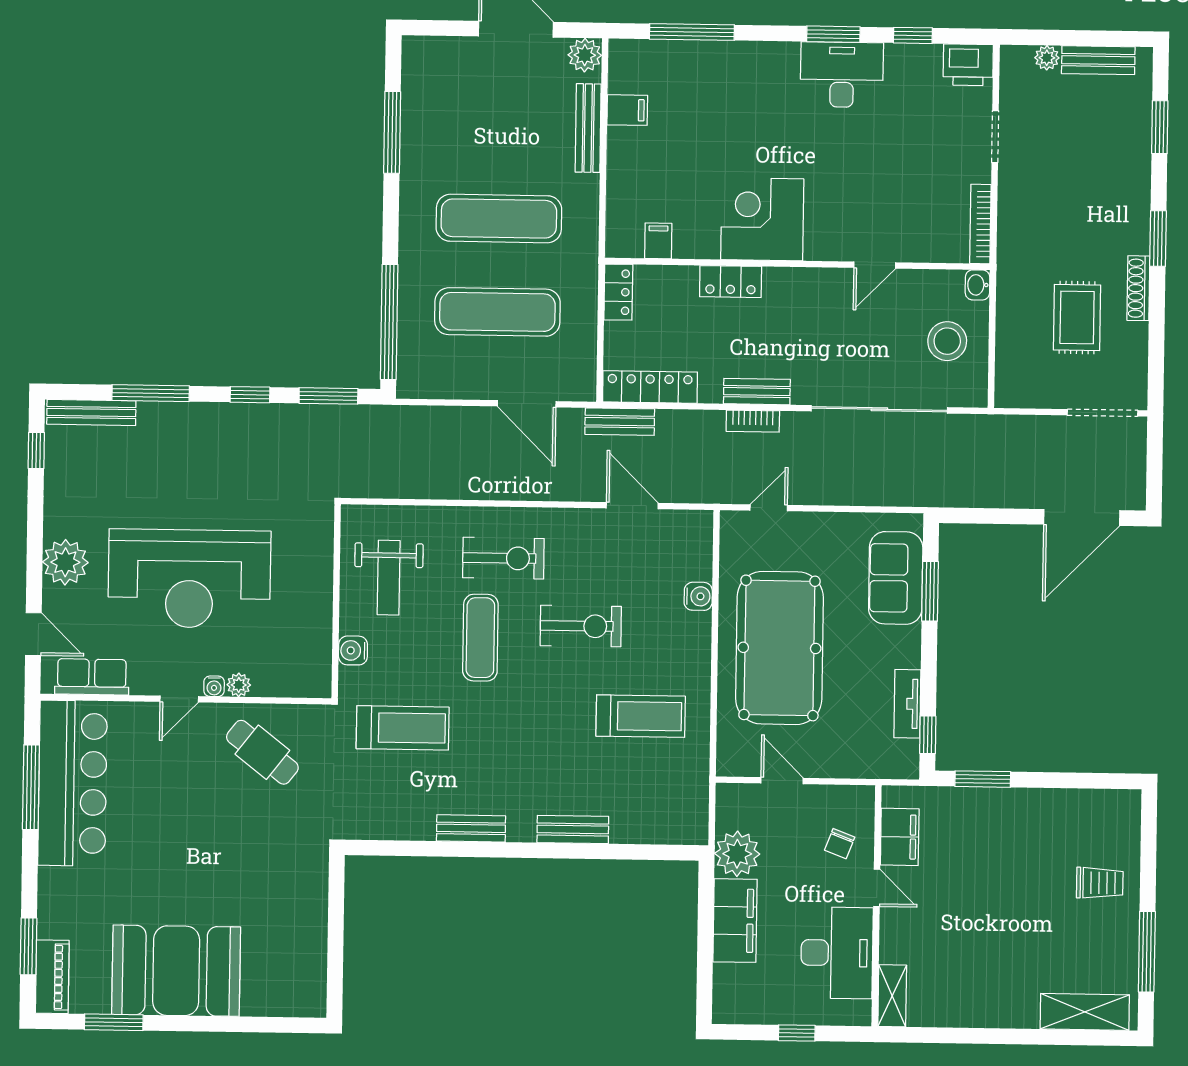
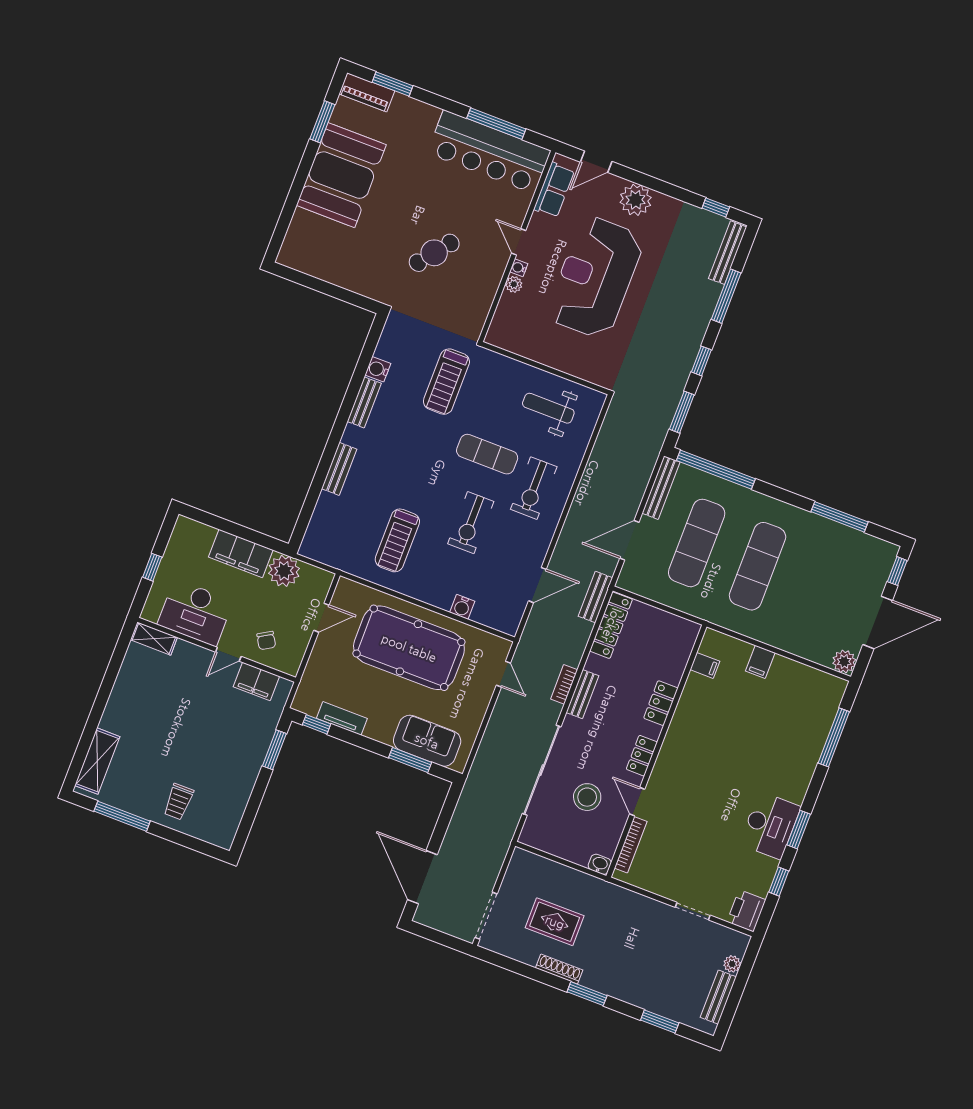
window: (437, 28) -> (897, 571), added
filing cabinet: (627, 110) -> (760, 662), moved
bench: (588, 128) -> (661, 488), moved, turned 90
corner desk: (762, 219) -> (694, 739), removed
bookcase: (980, 224) -> (631, 845), moved, turned 90
locker: (618, 292) -> (642, 756), moved, turned 90
stool: (947, 341) -> (587, 797), moved
water cooler: (353, 650) -> (378, 369), moved, turned -90
cafe table: (262, 752) -> (434, 253), moved
chair: (840, 844) -> (266, 640), turned -142

